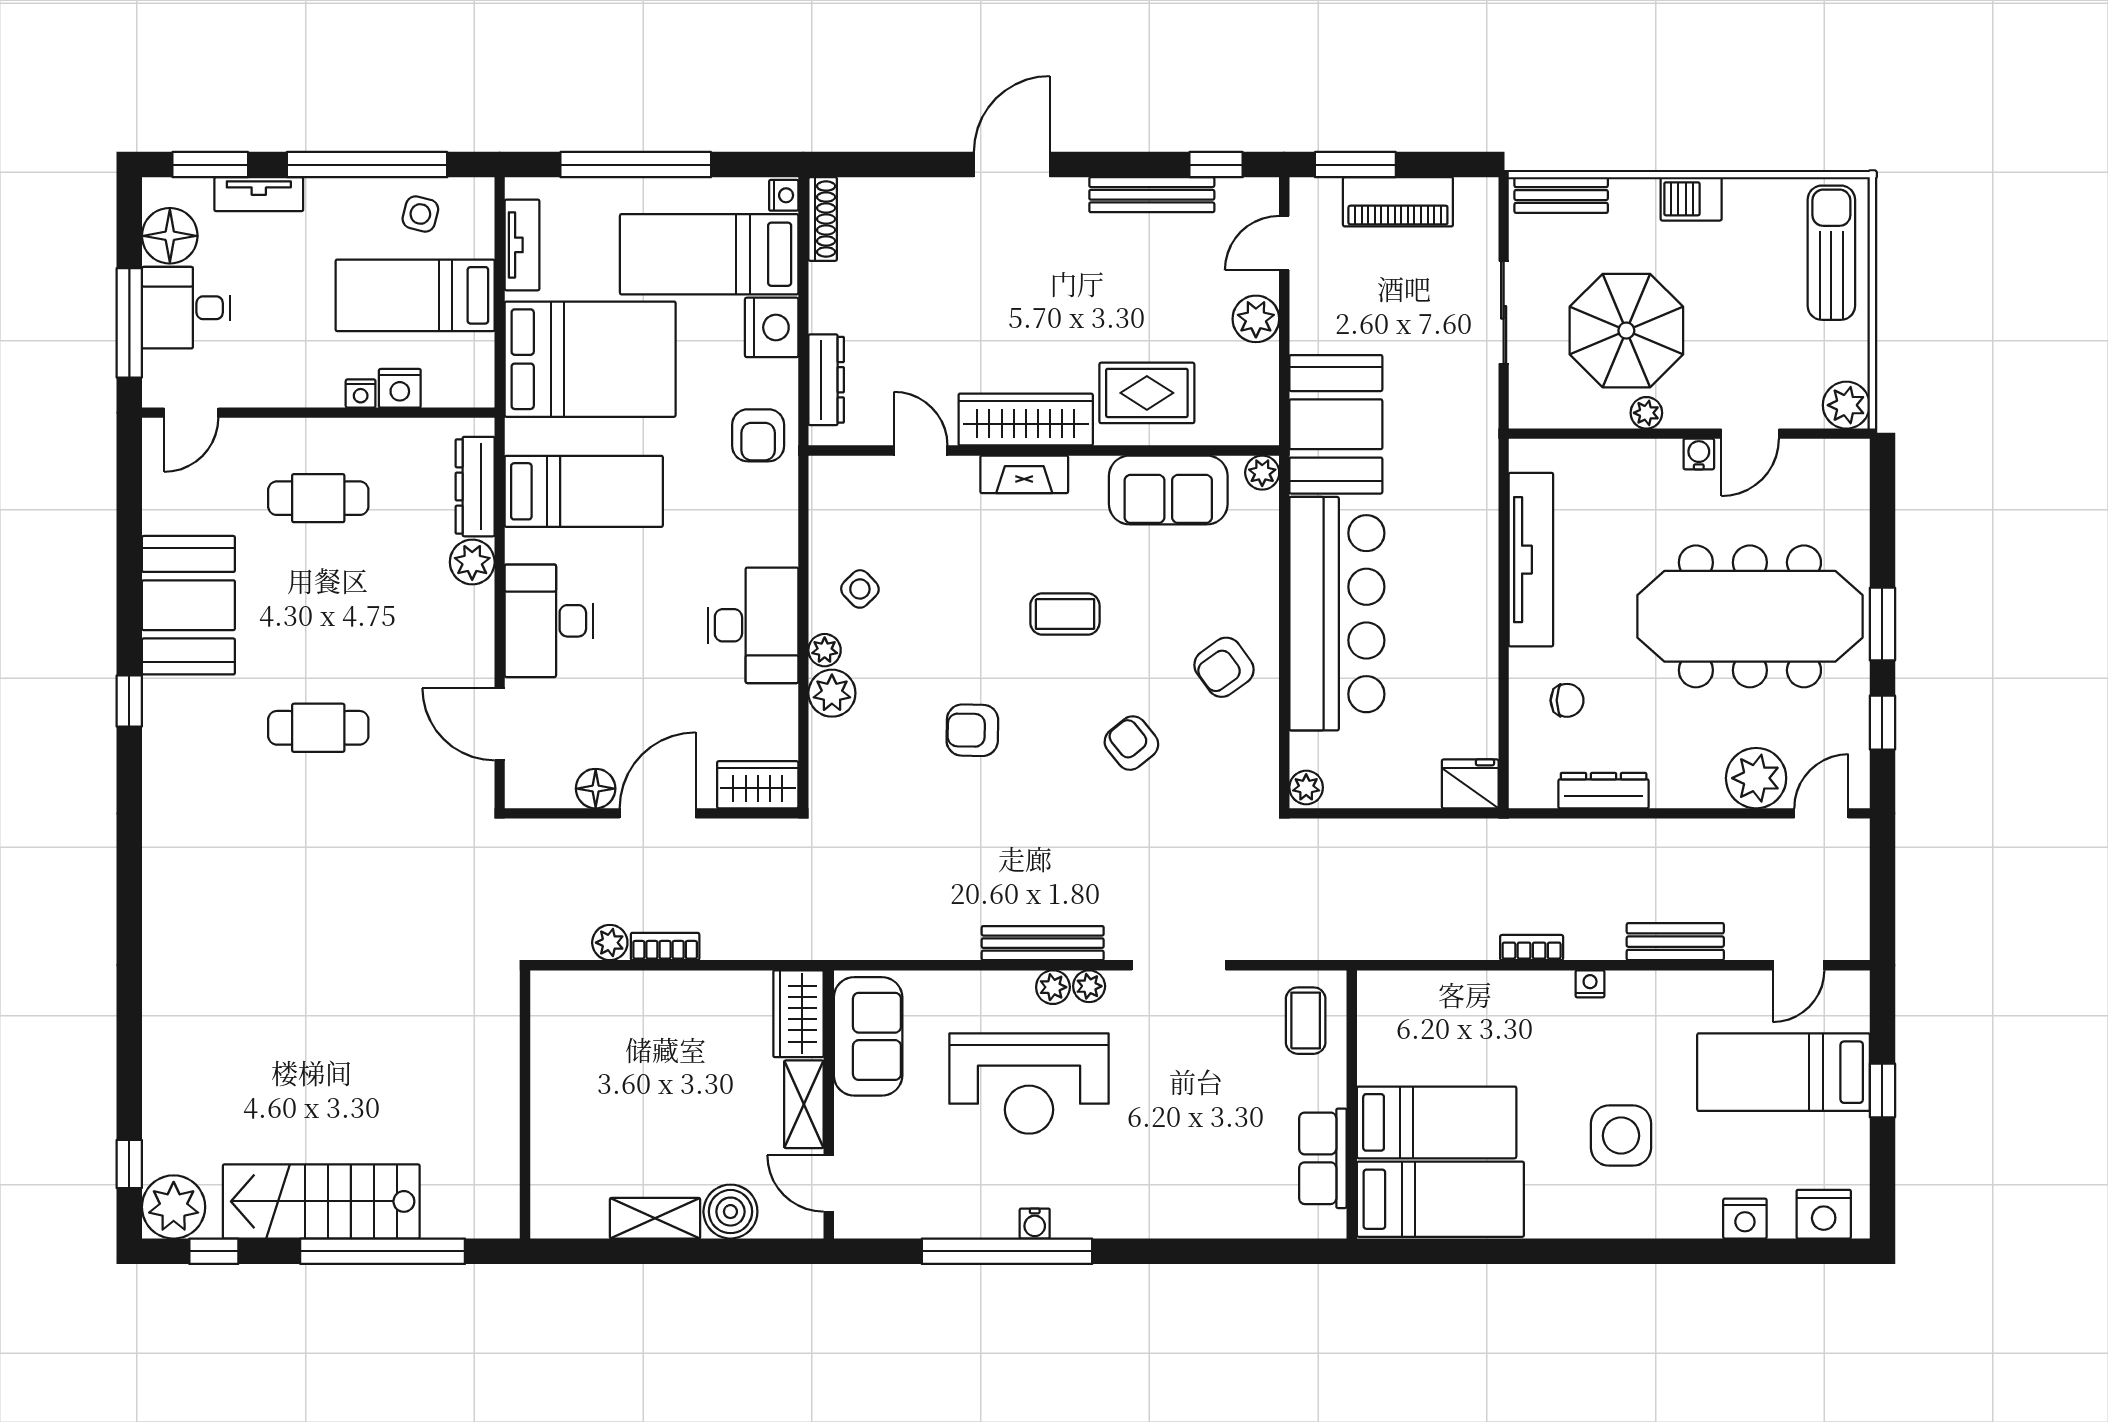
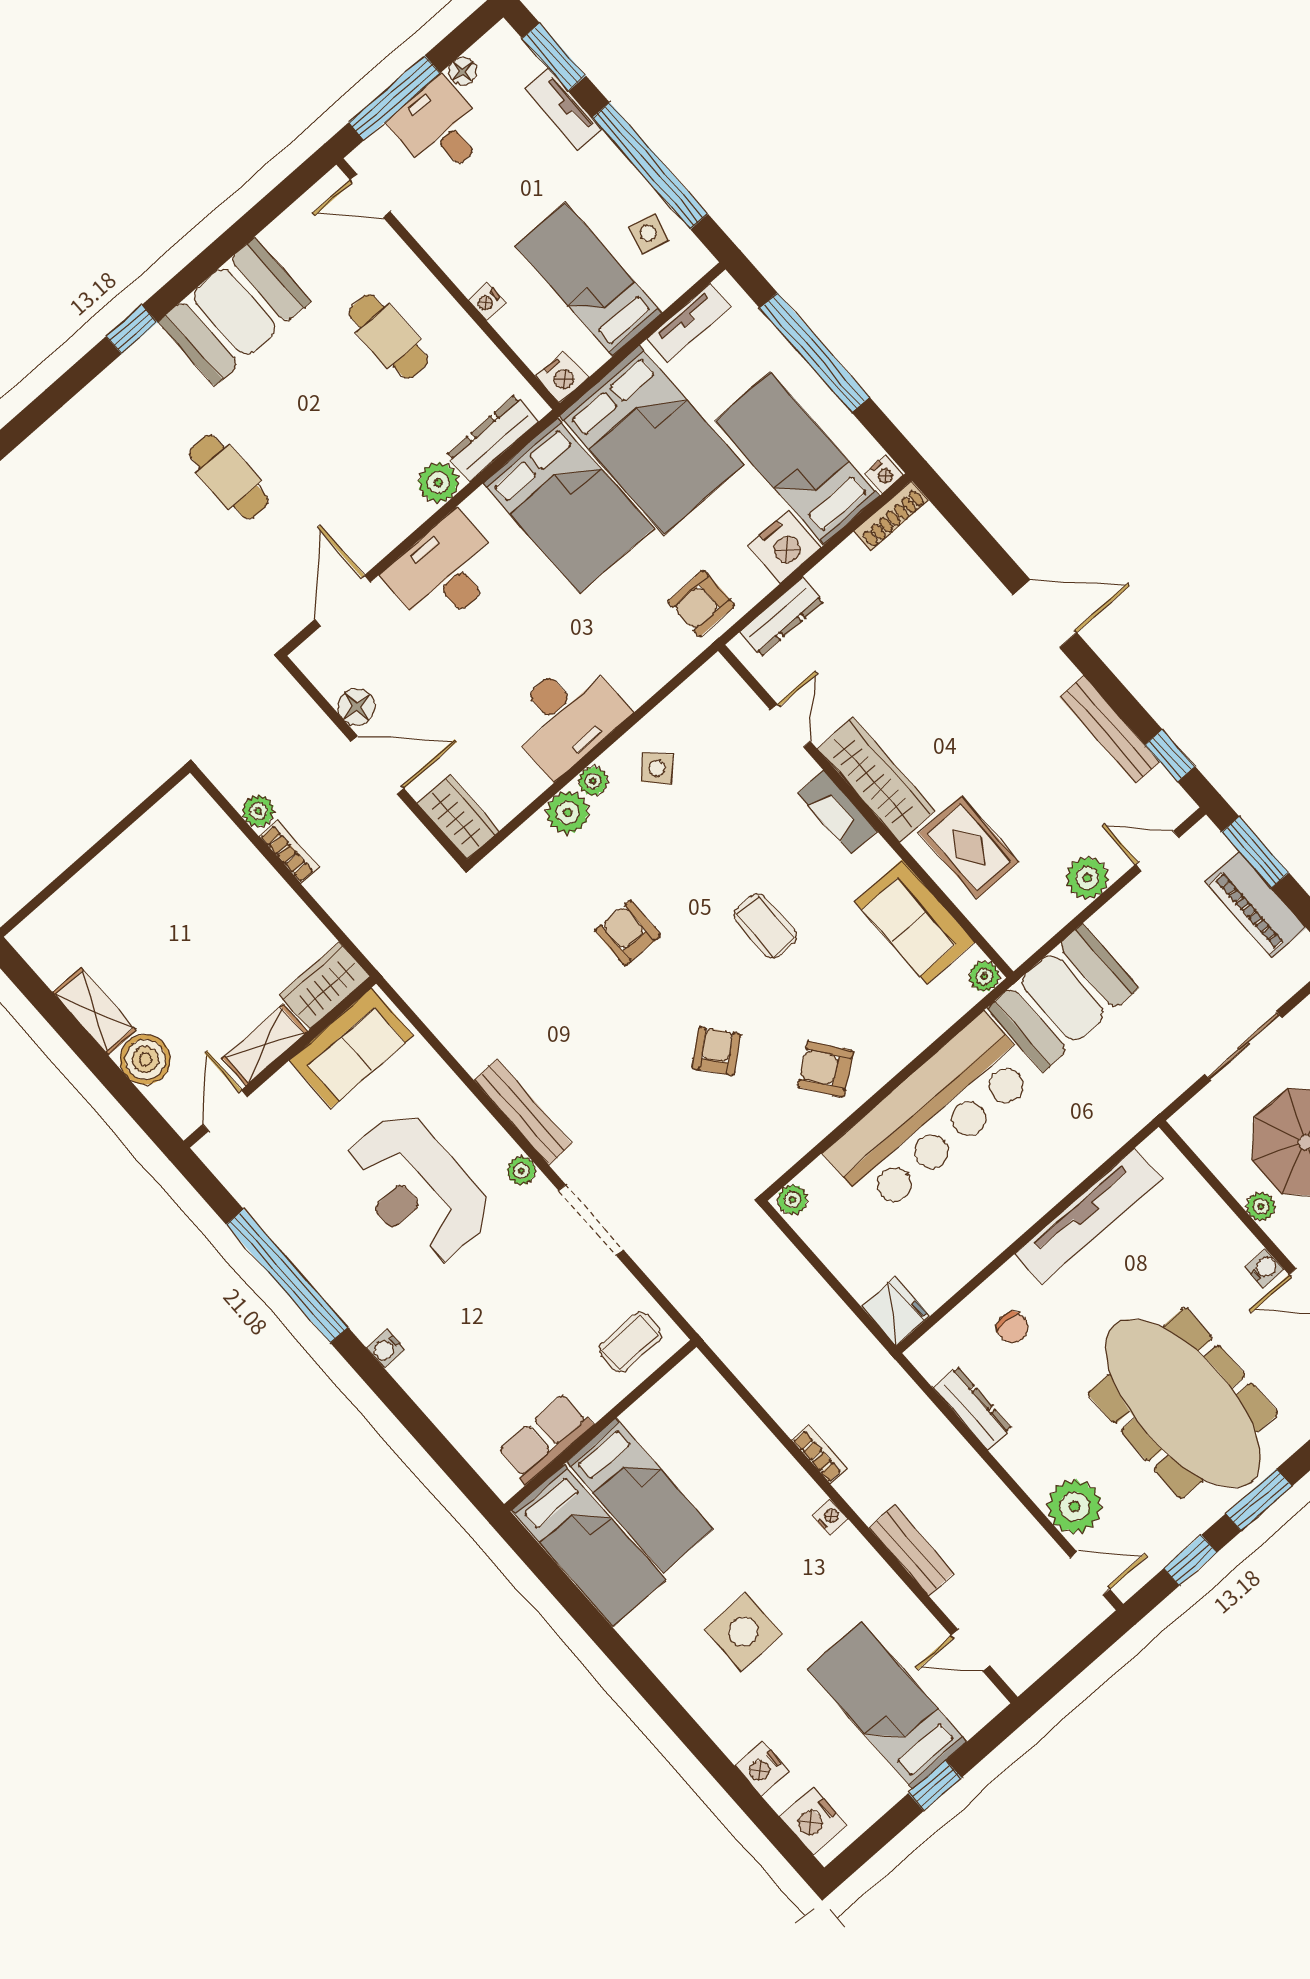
floor lamp: (170, 236) -> (463, 71), width x0.53, depth x0.53
nightstand: (400, 388) -> (562, 377), moved, turned -90
bed: (584, 491) -> (568, 506), width x1.50
plant: (1053, 987) -> (499, 1146), removed
water cooler: (1035, 1224) -> (386, 1349), moved

